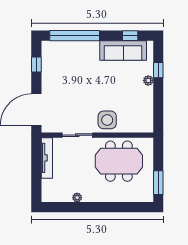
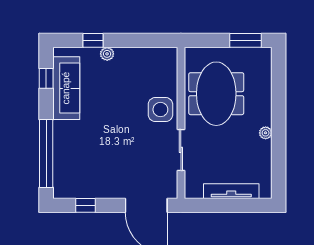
tv unit: (47, 158) -> (231, 191), moved
plant: (77, 198) -> (266, 133), moved

